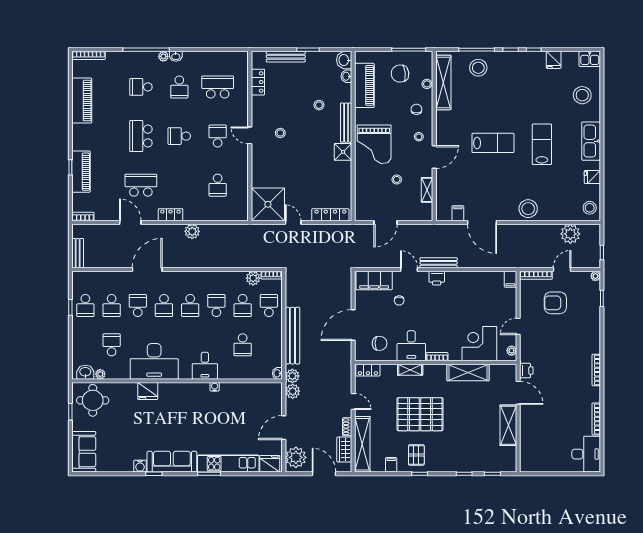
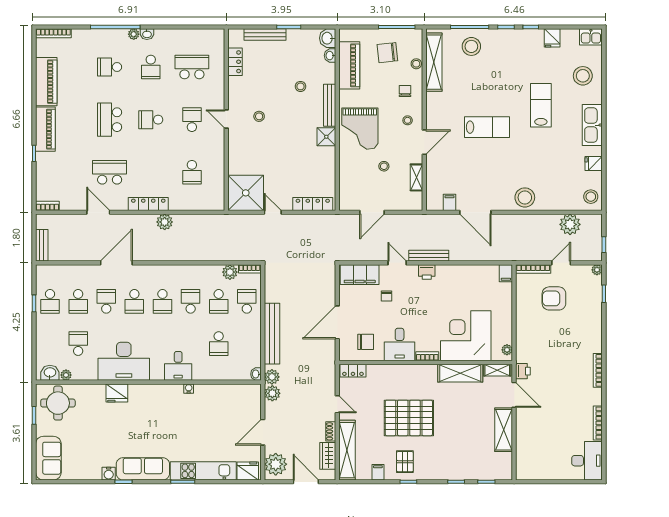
lab bench: (542, 144) -> (541, 105), moved
piano: (81, 172) -> (45, 129), moved
locker: (171, 215) -> (148, 204), width x1.53
door: (518, 326) -> (514, 324), removed
corner desk: (479, 344) -> (466, 336), width x1.36, depth x1.36
shelving: (410, 370) -> (497, 370), moved

